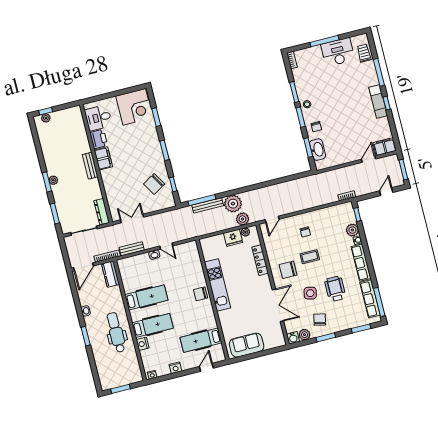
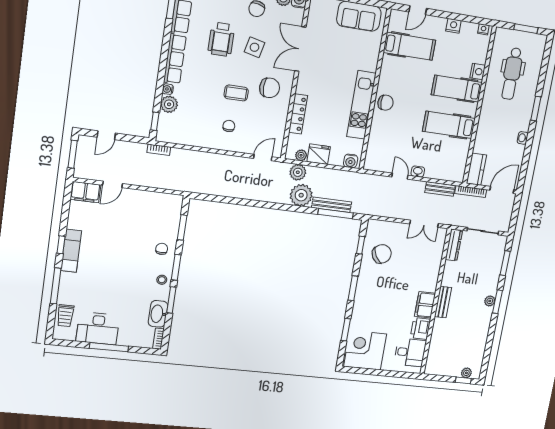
washbasin: (318, 150) -> (158, 314), moved
water cooler: (208, 242) -> (351, 161), added
dental chair: (116, 332) -> (512, 74), moved

